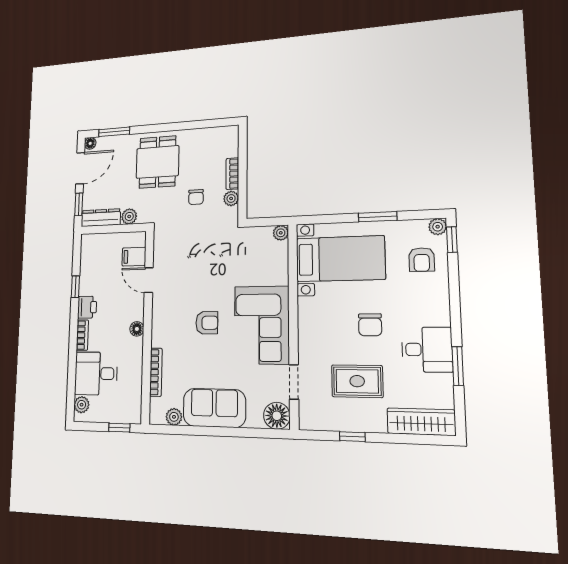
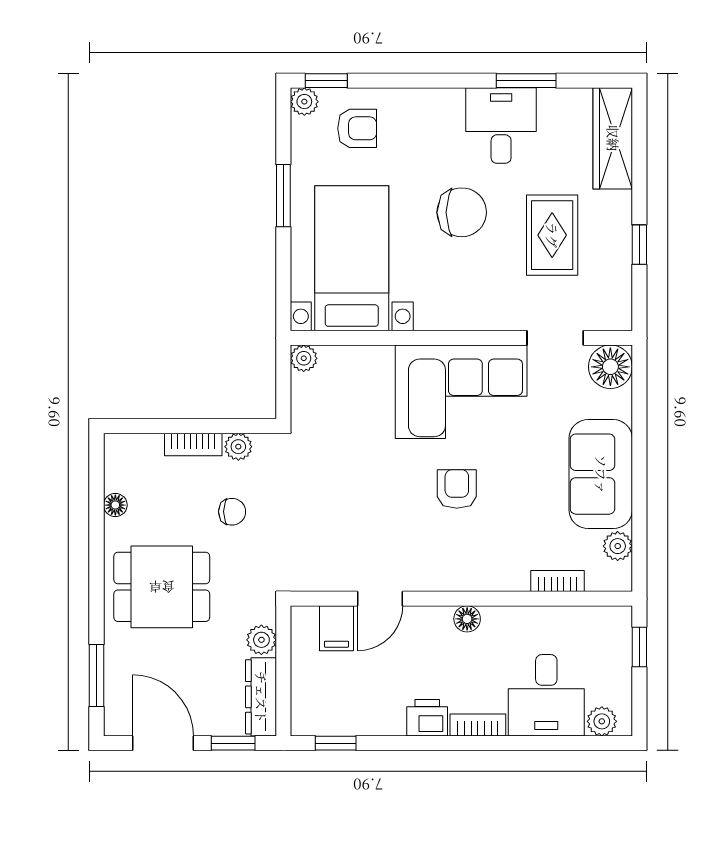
floor lamp: (90, 143) -> (115, 505), moved
window: (75, 287) -> (336, 743), moved
chair: (370, 325) -> (462, 212), width x1.37, depth x1.37
bookcase: (156, 372) -> (558, 581), width x0.64

